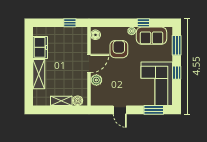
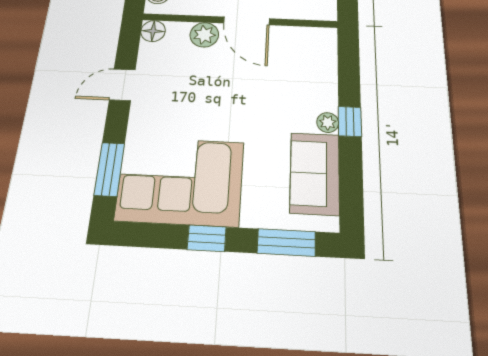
window: (143, 23) -> (350, 121), moved
floor lamp: (95, 35) -> (153, 31), moved
armchair: (119, 49) -> (280, 89), removed

